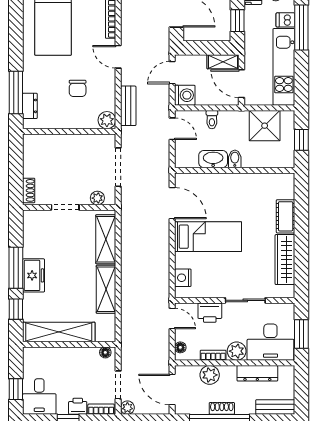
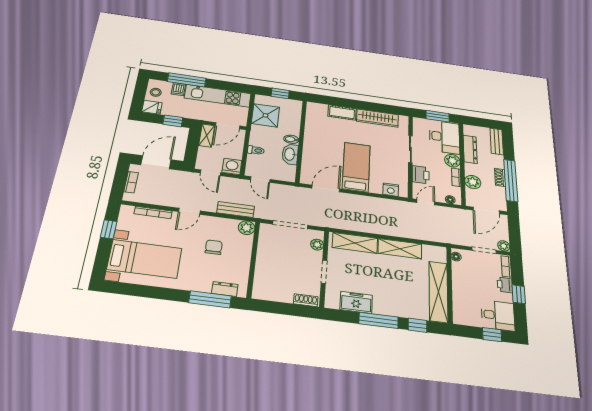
chair: (78, 88) -> (214, 247), turned -90
door: (172, 129) -> (260, 180), swing flipped
freezer: (34, 275) -> (356, 302), moved

